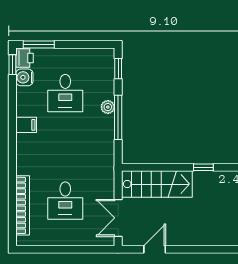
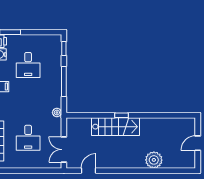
plant: (108, 107) -> (57, 112), moved
stairs: (157, 184) -> (115, 127), moved

